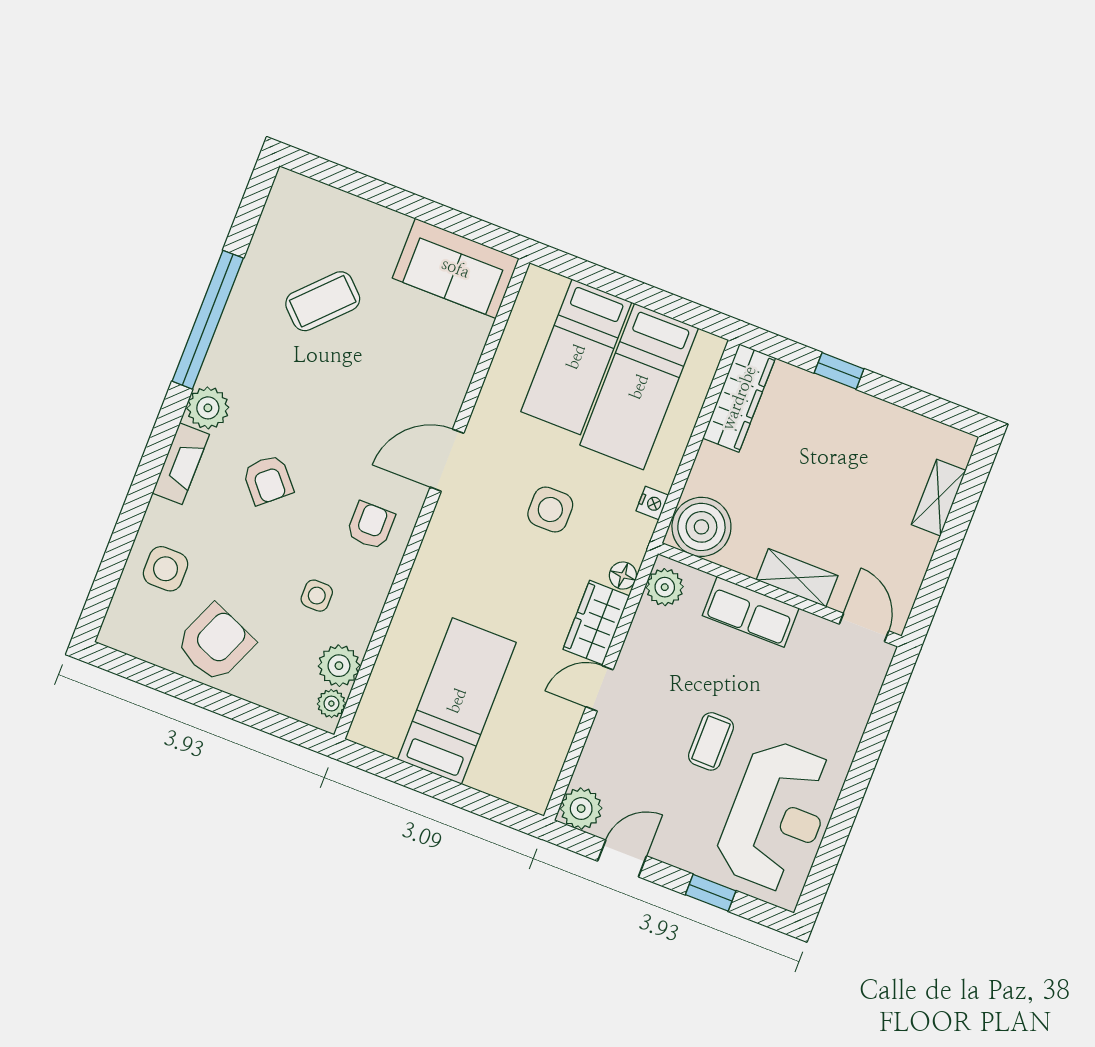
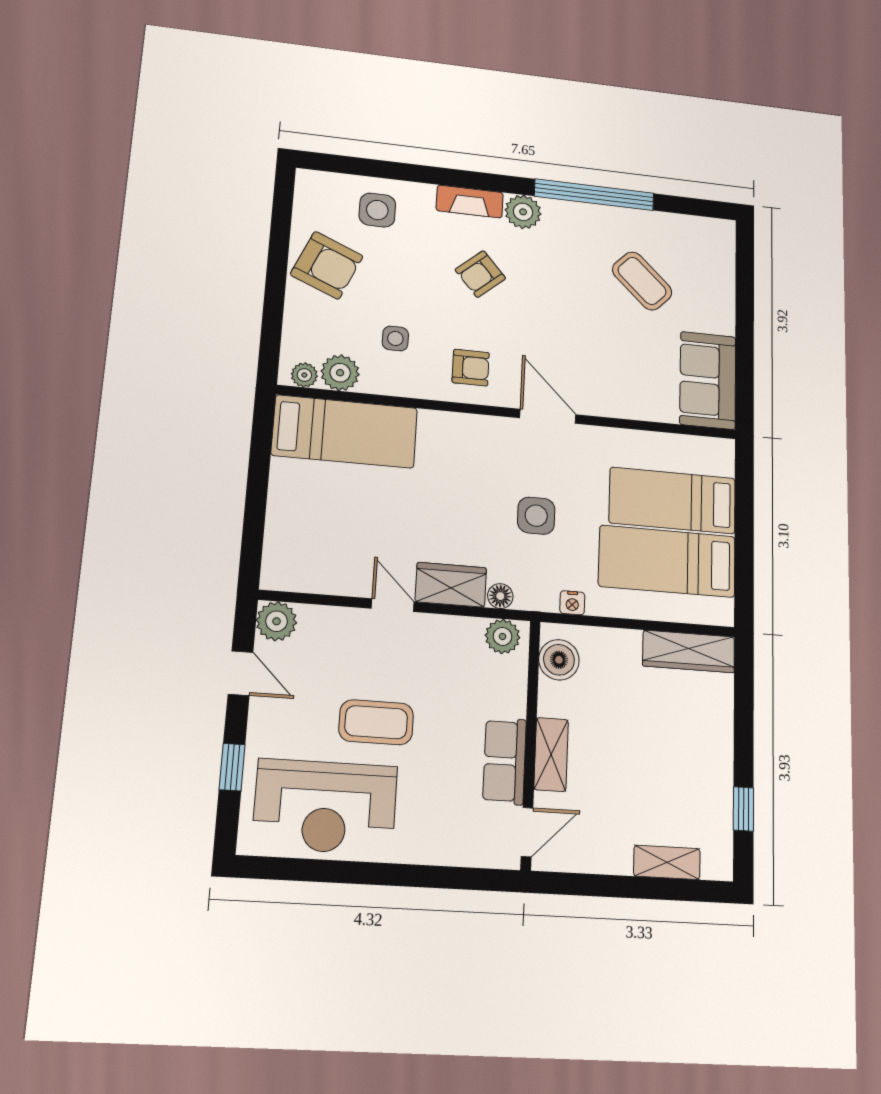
window: (839, 371) -> (743, 809), moved
boiler: (701, 527) -> (559, 660), width x0.73, depth x0.73
row of seats: (751, 612) -> (505, 761), moved
bed: (457, 701) -> (345, 432), moved
coffee table: (711, 741) -> (376, 722), width x1.36, depth x1.30

